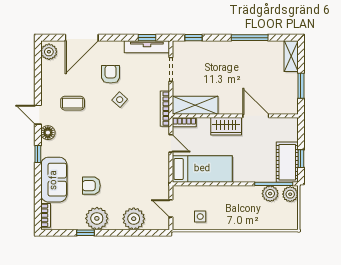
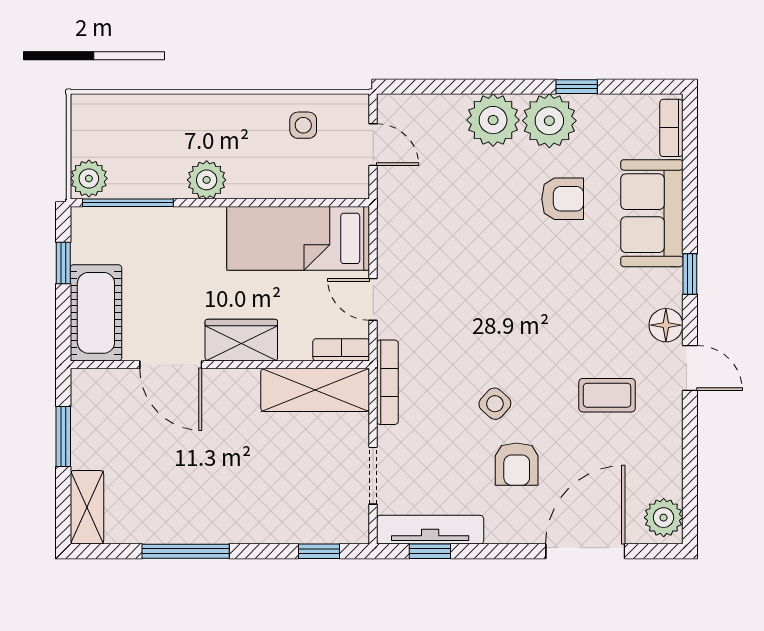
cot: (287, 162) -> (96, 313), moved
plant: (270, 194) -> (207, 180), moved
plant: (134, 219) -> (493, 120), moved

